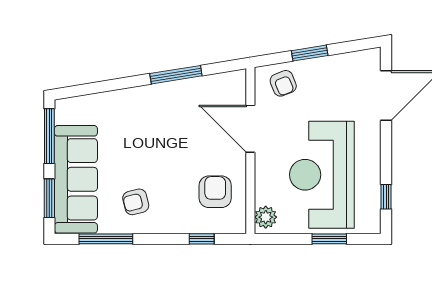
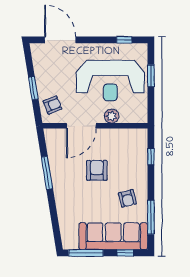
armchair: (215, 192) -> (97, 170), moved, turned 90
window: (49, 198) -> (125, 253), width x0.67
plant: (266, 217) -> (112, 116), moved

